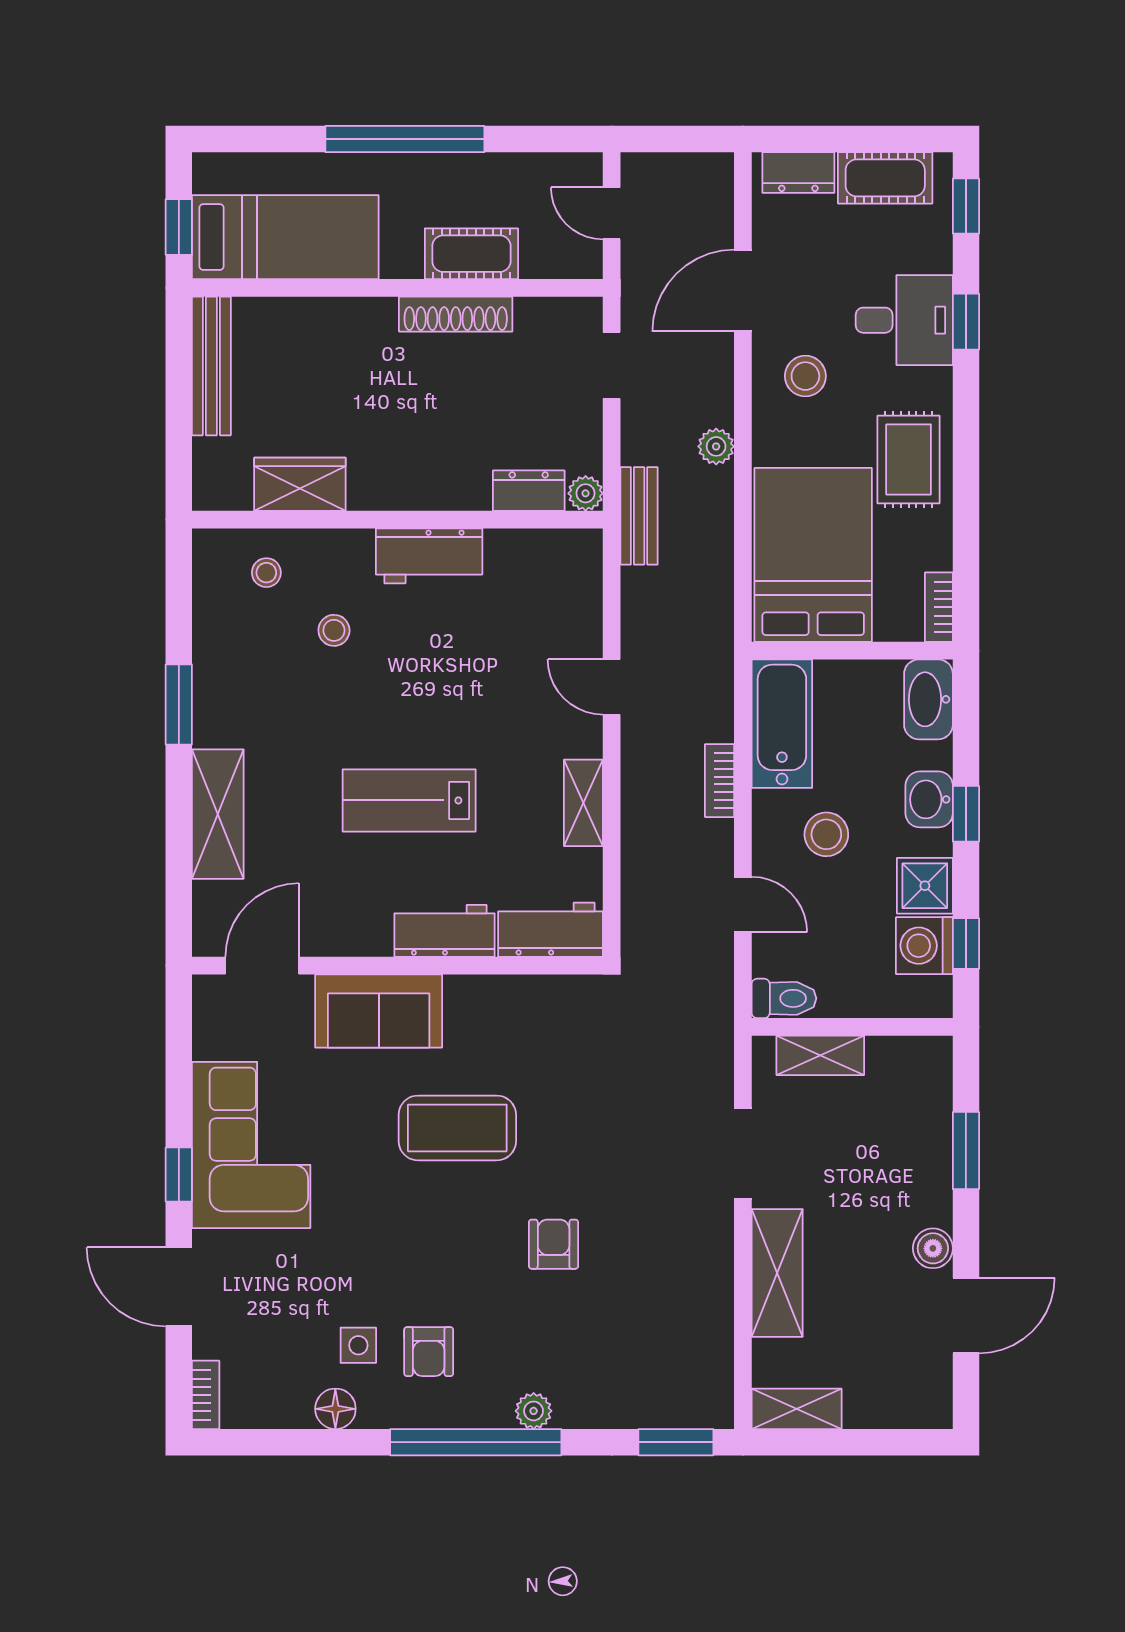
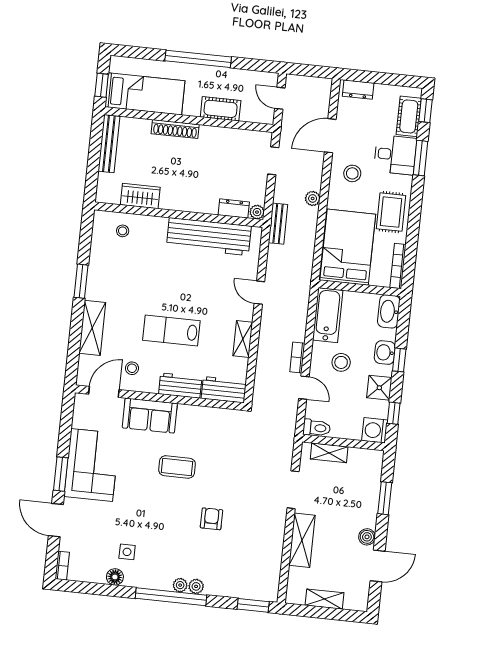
cot: (885, 178) -> (409, 116), moved, turned 90
shoe rack: (456, 314) -> (175, 129), moved
window: (966, 322) -> (420, 158), width x1.50
workbench: (429, 556) -> (209, 237), width x1.87, depth x1.32
bookcase: (939, 607) -> (398, 266), width x1.56
stool: (334, 630) -> (132, 368), moved
bookcase: (720, 781) -> (297, 357), moved
washing machine: (924, 946) -> (375, 430), moved
coffee table: (457, 1128) -> (177, 467), width x0.73, depth x0.76
window: (179, 1175) -> (61, 474), width x1.50
armchair: (429, 1352) -> (156, 557), removed
shelving: (797, 1409) -> (325, 599), moved
plant: (495, 1412) -> (180, 585), added

